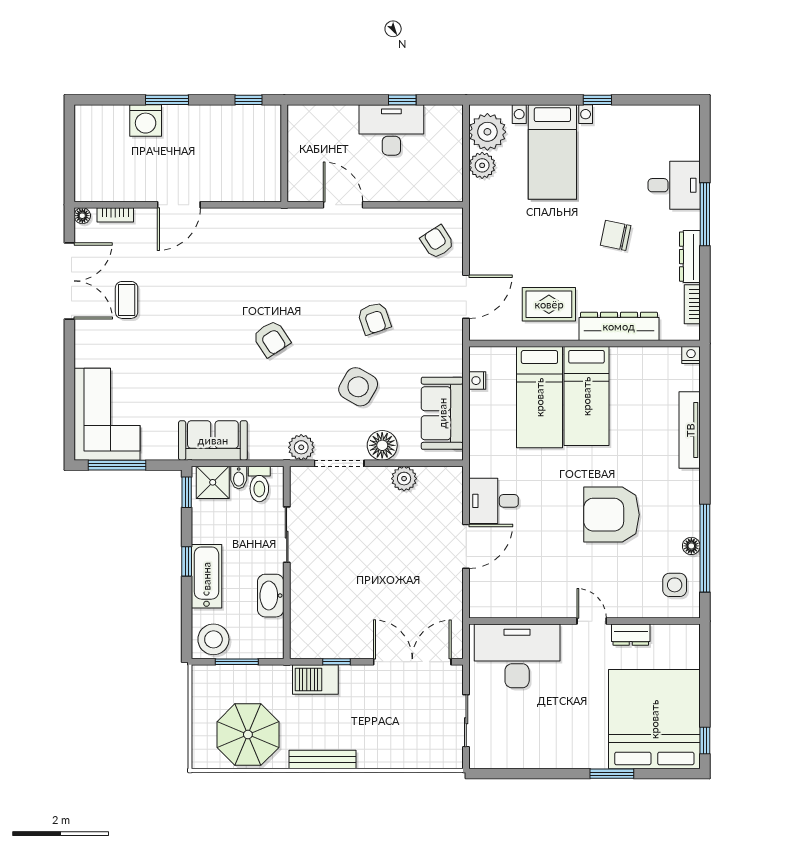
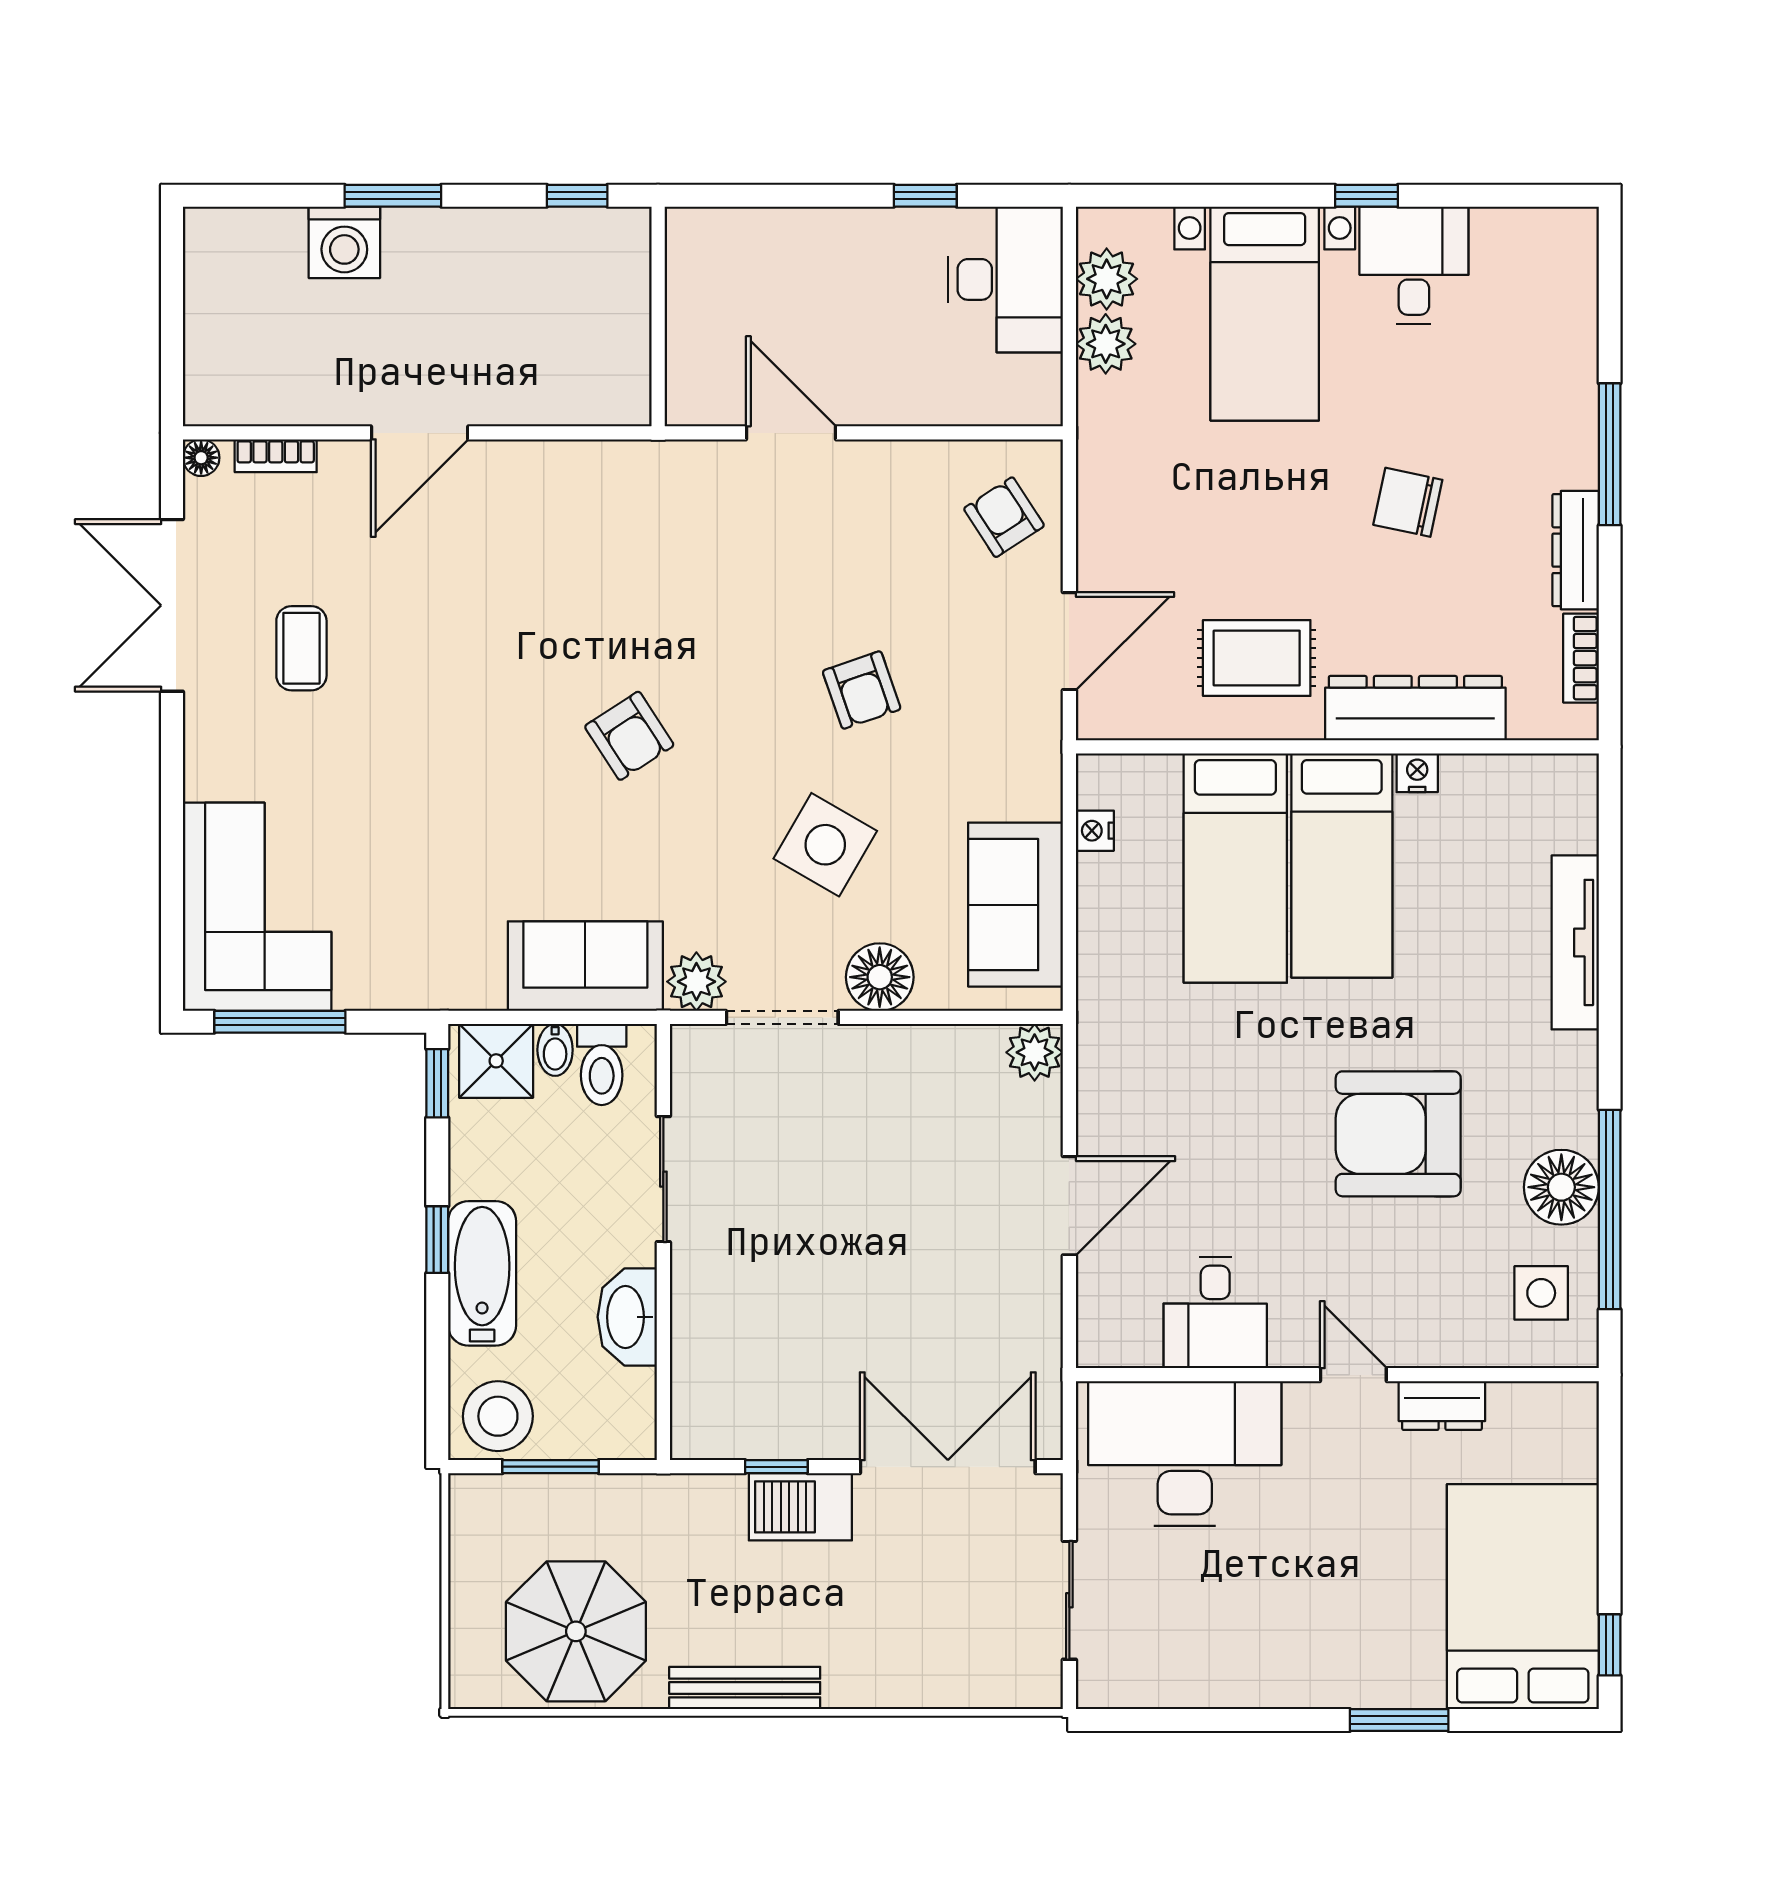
desk: (391, 130) -> (1006, 279), moved, turned 90
plant: (487, 132) -> (1107, 279), width x0.73, depth x0.73
desk: (674, 185) -> (1414, 265), moved, turned -90
double door: (69, 281) -> (172, 605), swing flipped
nightstand: (691, 355) -> (1417, 773), moved
sofa: (213, 440) -> (585, 966), moved
plant: (404, 479) -> (1035, 1052), moved
desk: (494, 501) -> (1215, 1312), moved, turned -90
floor lamp: (691, 546) -> (1561, 1187), width x1.89, depth x1.89
barbecue: (315, 679) -> (800, 1507), moved
bed: (654, 719) -> (1523, 1597), width x0.73

